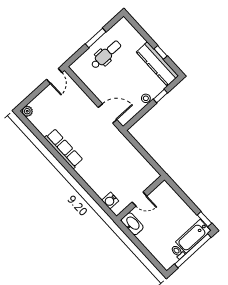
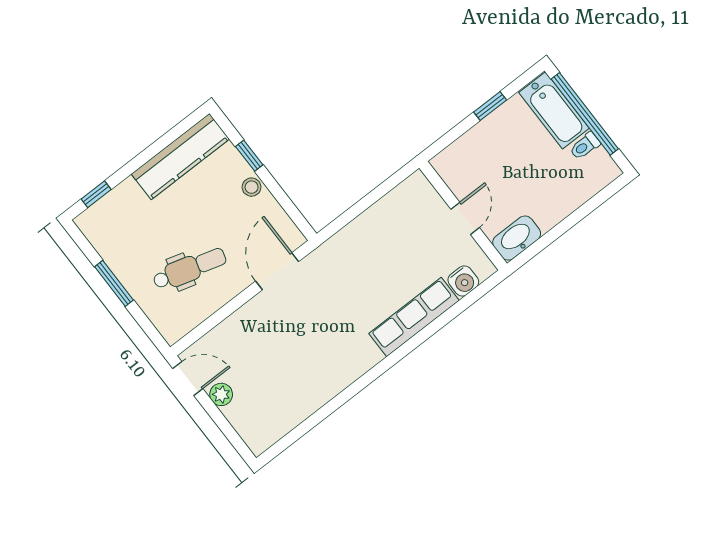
window: (161, 52) -> (96, 194), moved
dental chair: (106, 55) -> (190, 269), moved, turned 106
plant: (27, 111) -> (221, 394), moved
row of seats: (64, 149) -> (414, 317), moved
window: (204, 219) -> (490, 106), moved

